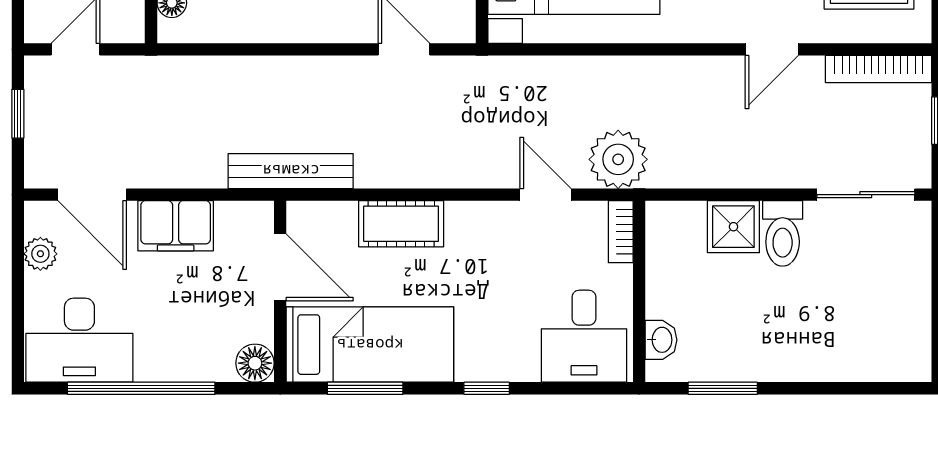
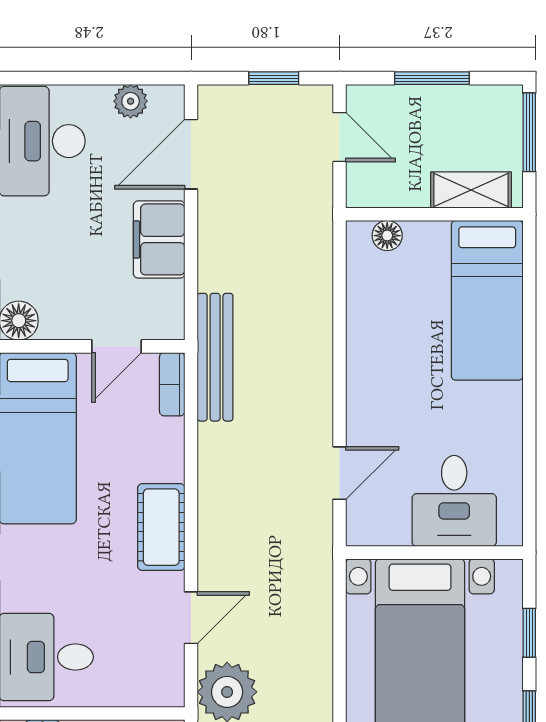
cot: (401, 224) -> (161, 527), moved
bookcase: (621, 232) -> (172, 384), moved, turned -90
door: (280, 267) -> (117, 346), width x0.73

